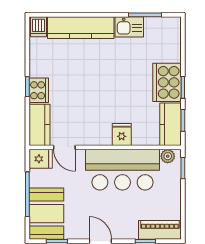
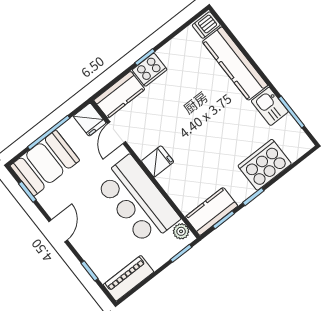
cooker: (167, 82) -> (265, 165), moved
fridge: (122, 134) -> (158, 161), moved
piano: (160, 230) -> (128, 278), moved, turned -90

